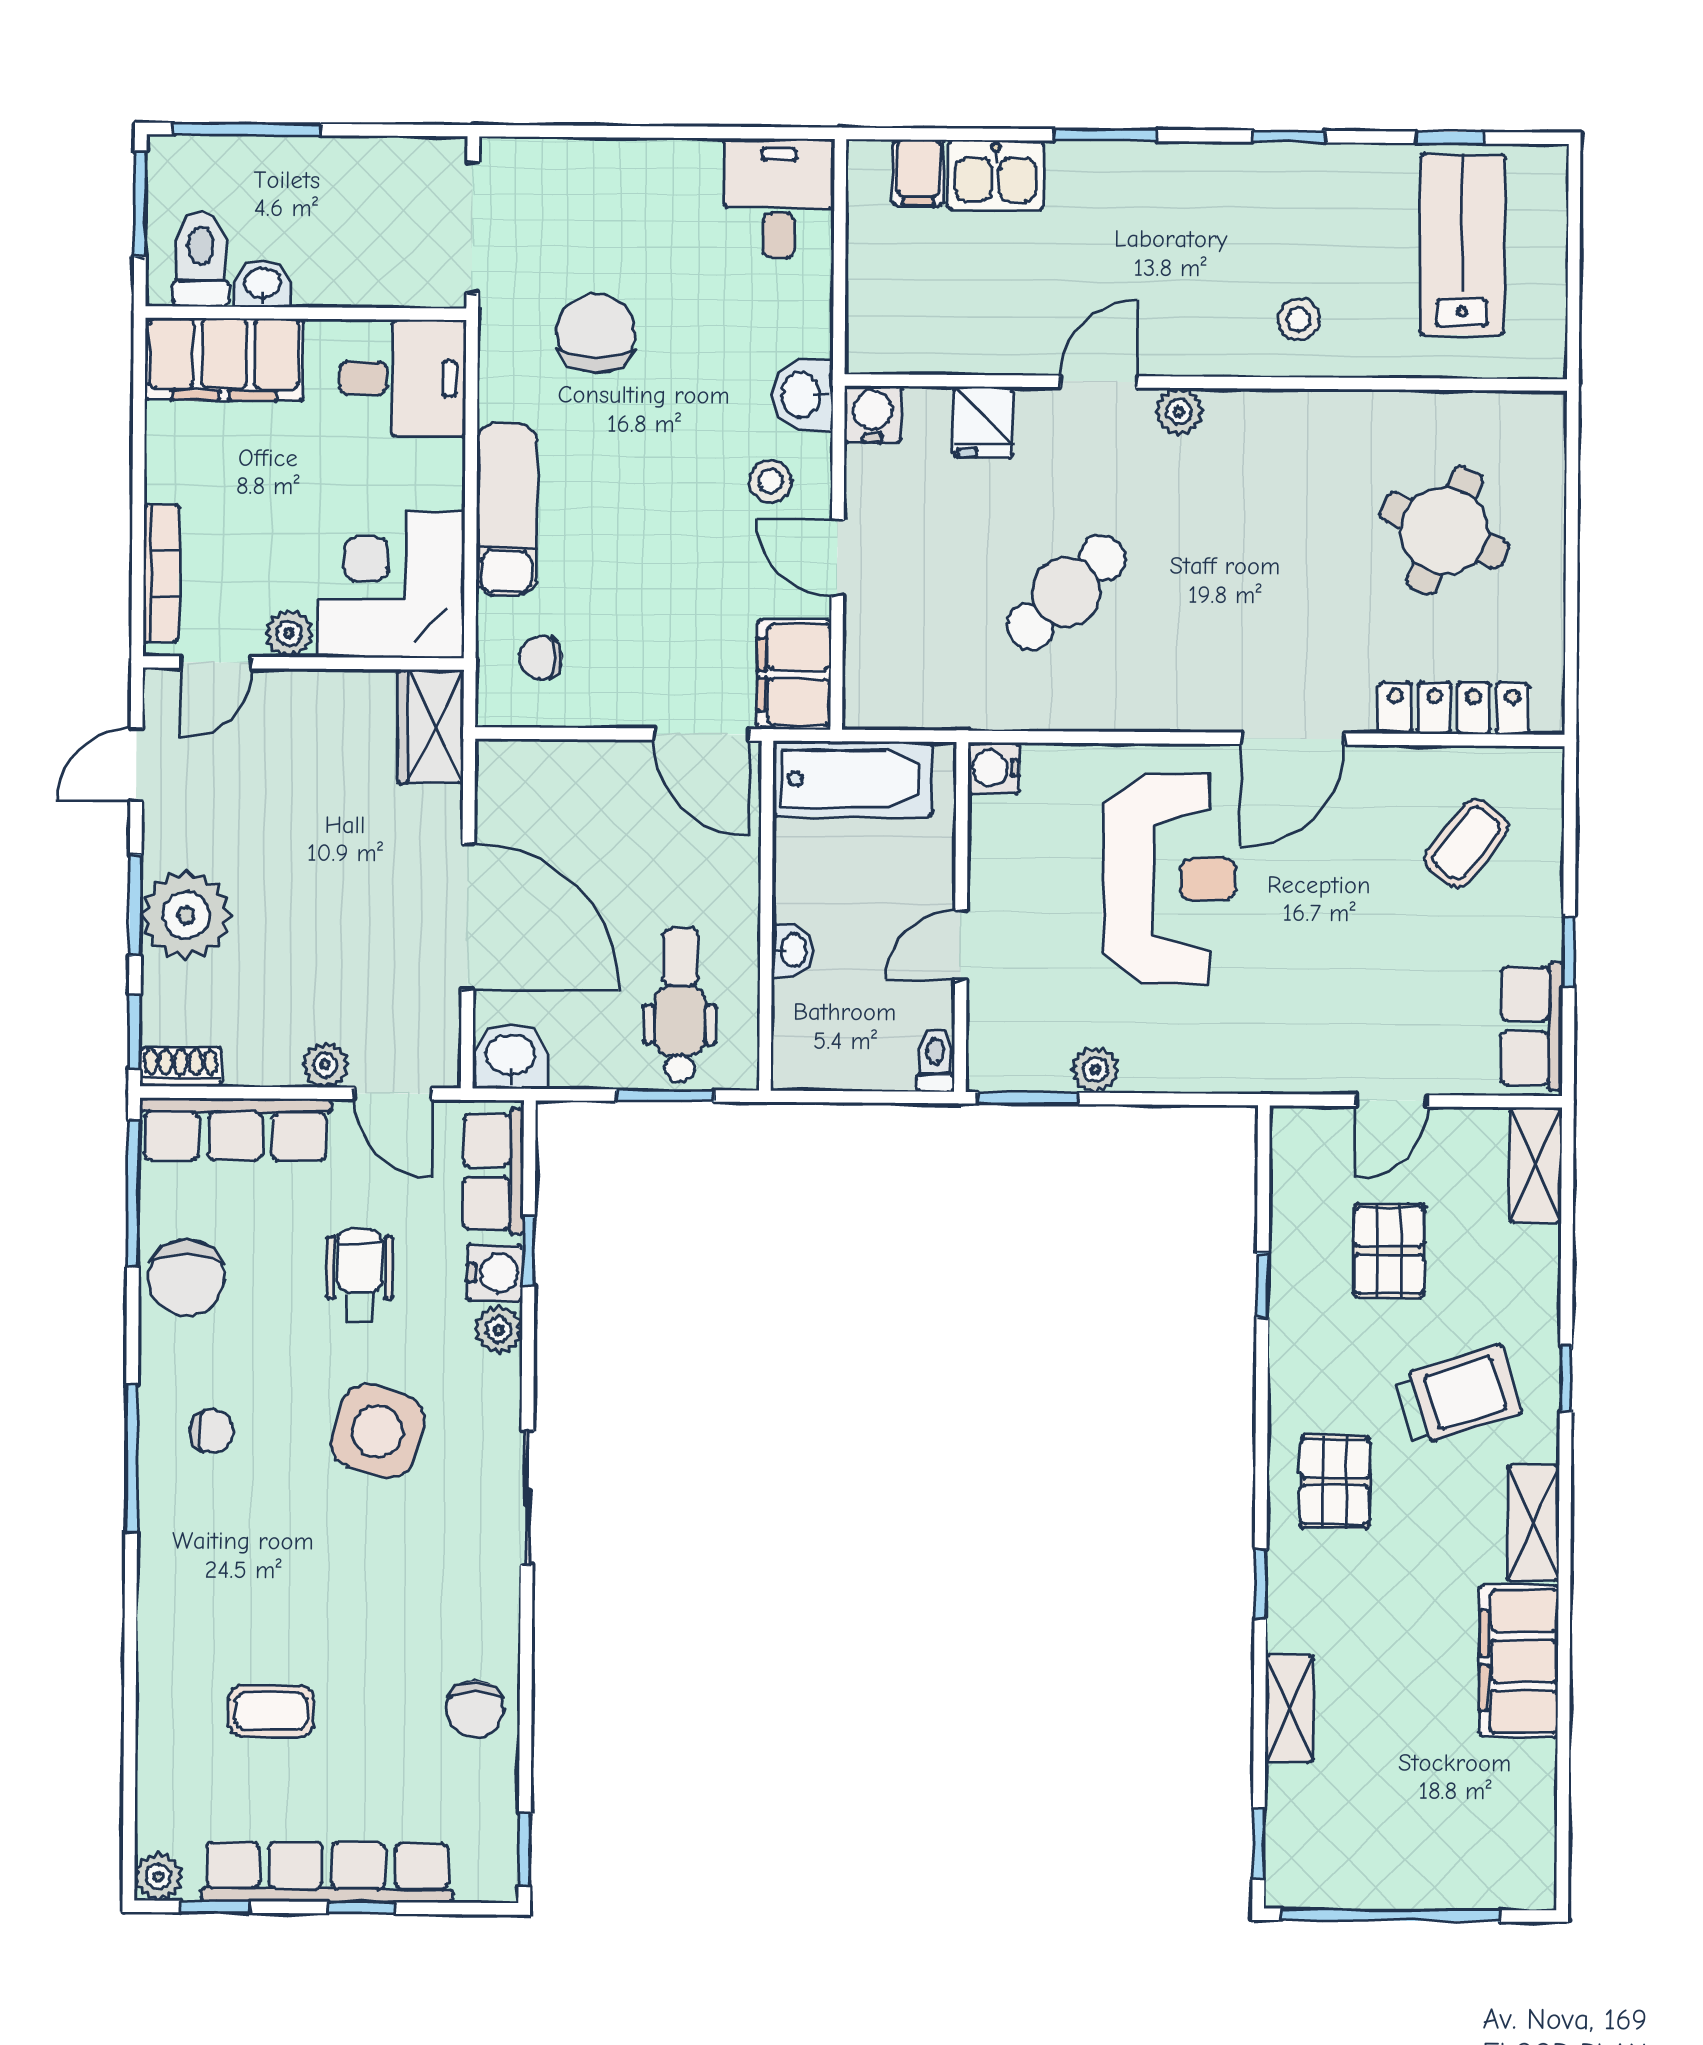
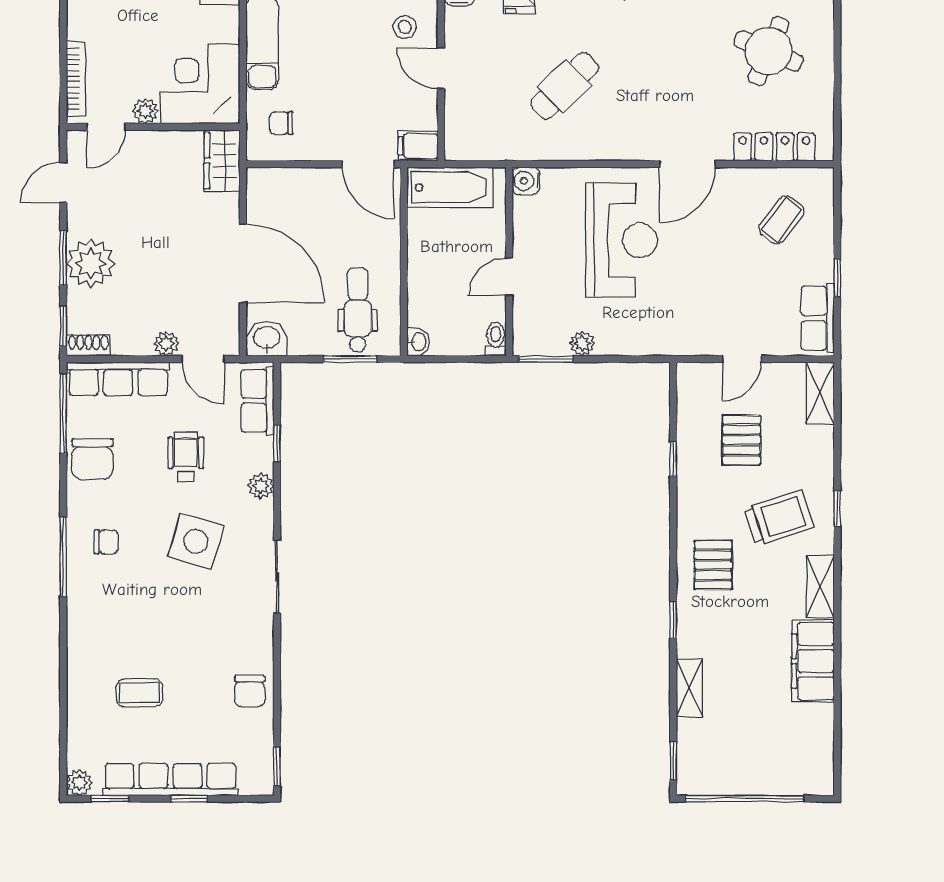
filing cabinet: (794, 674) -> (418, 146), width x0.50
washbasin: (793, 950) -> (418, 342), moved
water cooler: (495, 1273) -> (259, 455), removed

